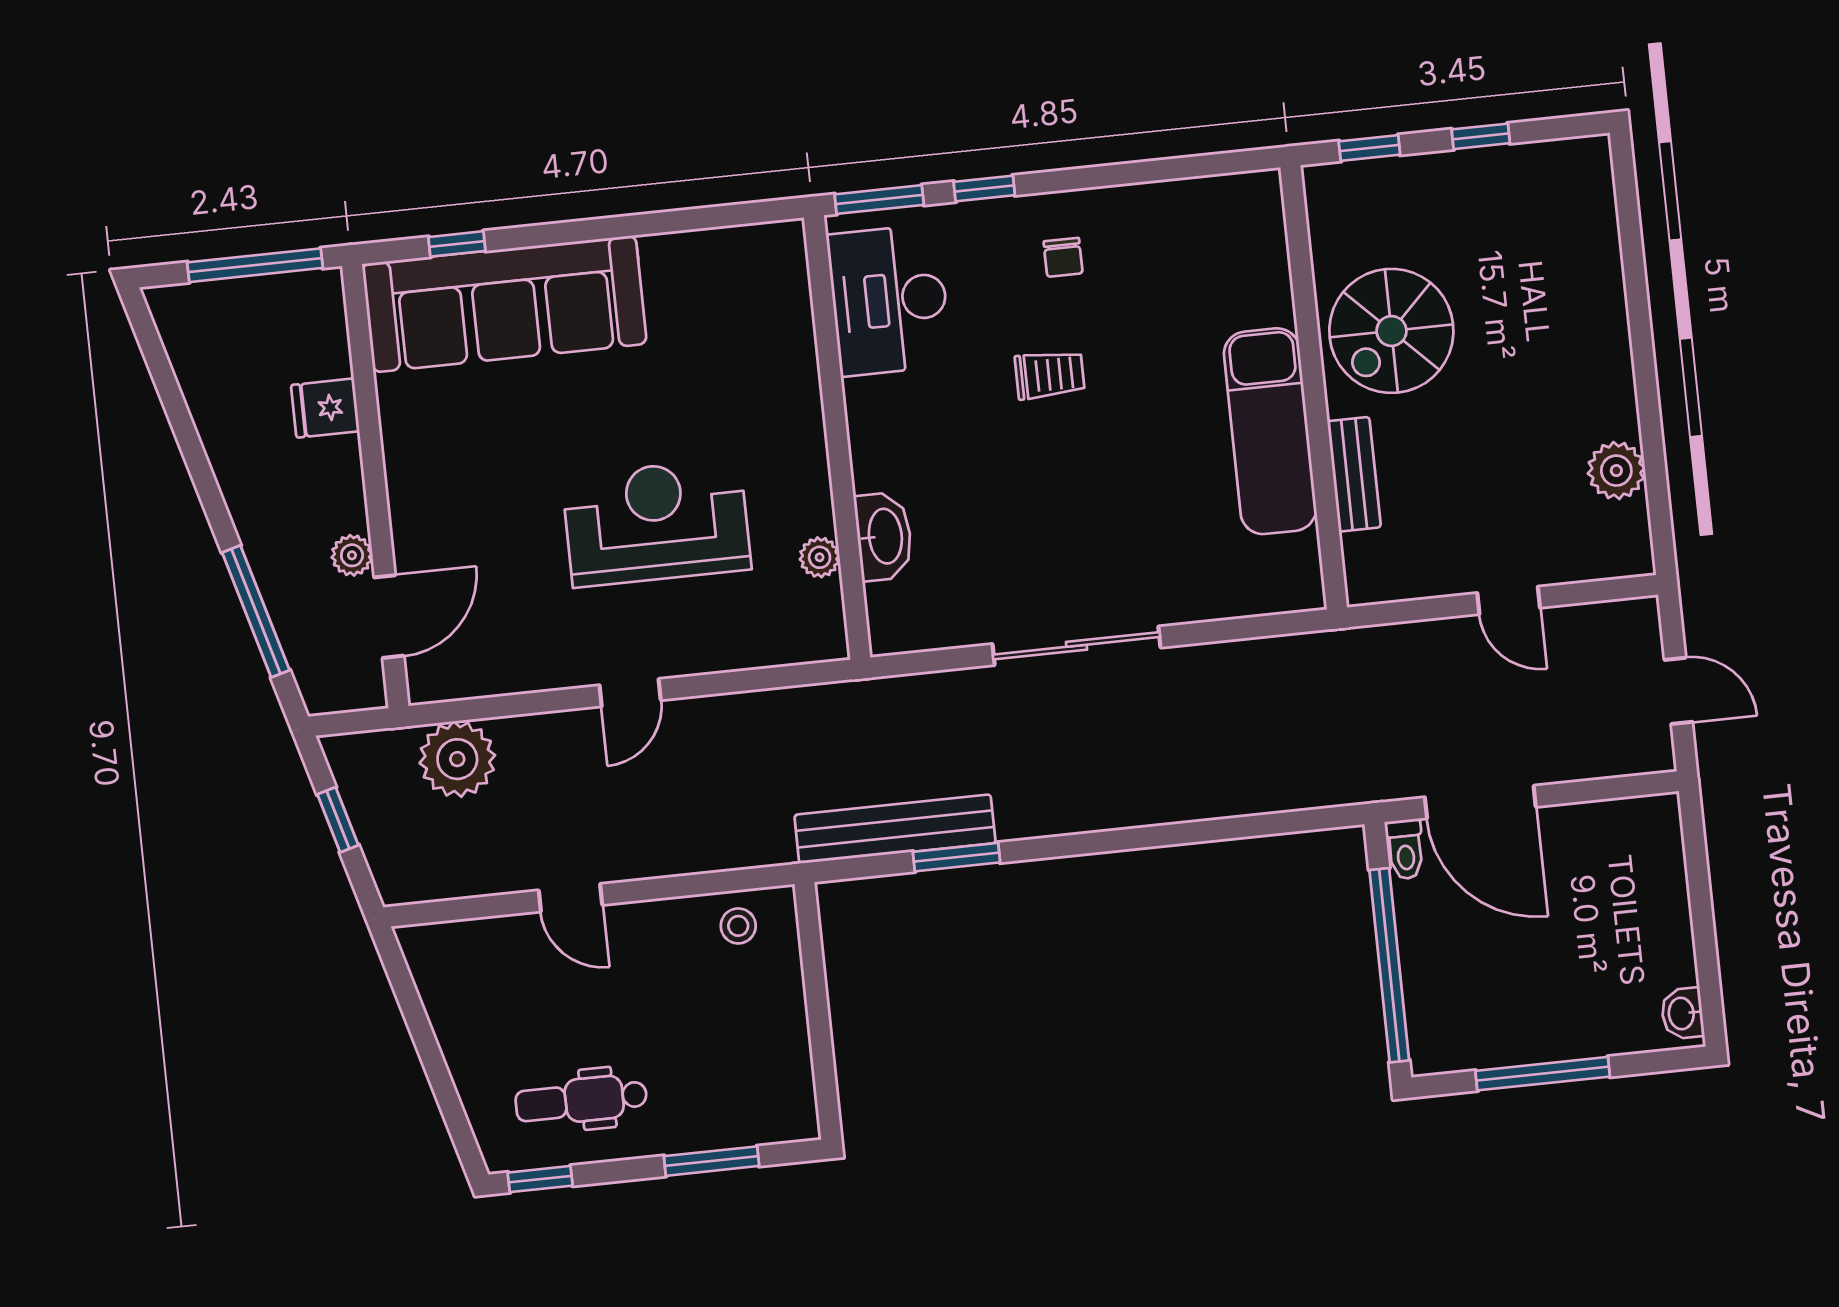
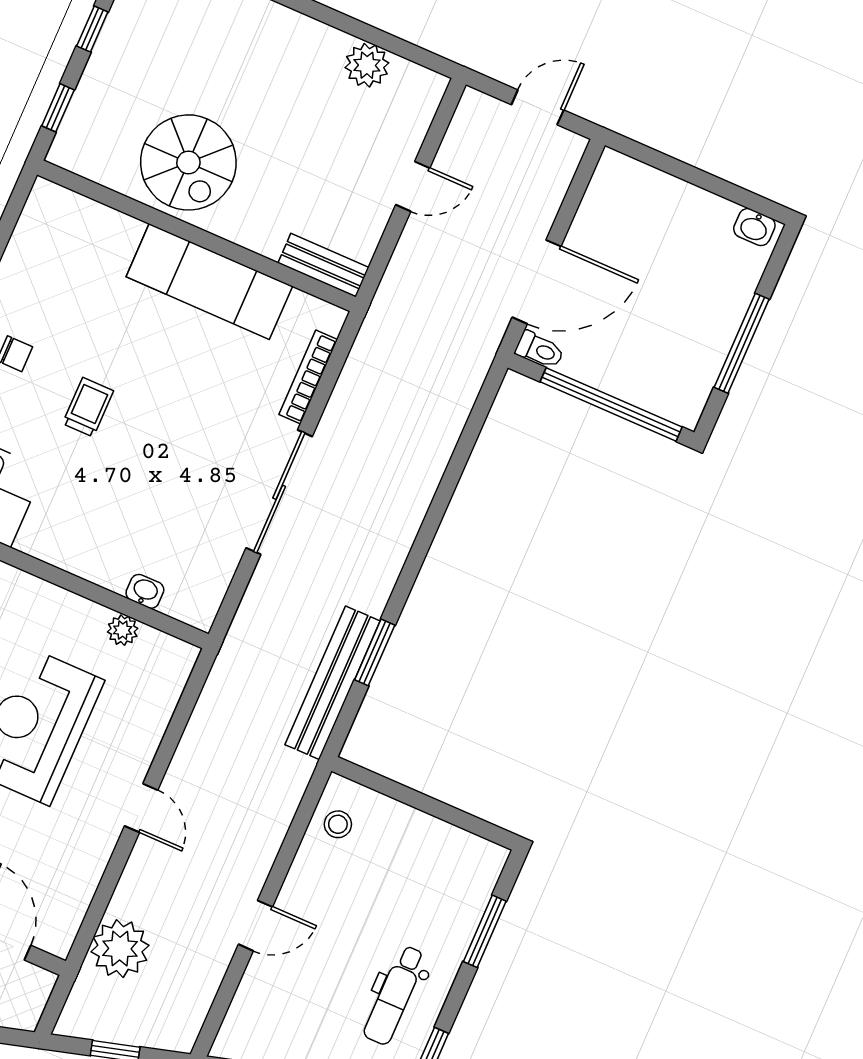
bench: (1354, 474) -> (324, 265), moved
washbasin: (884, 536) -> (145, 591), width x0.52, depth x0.69
bookcase: (1226, 605) -> (308, 377), added

